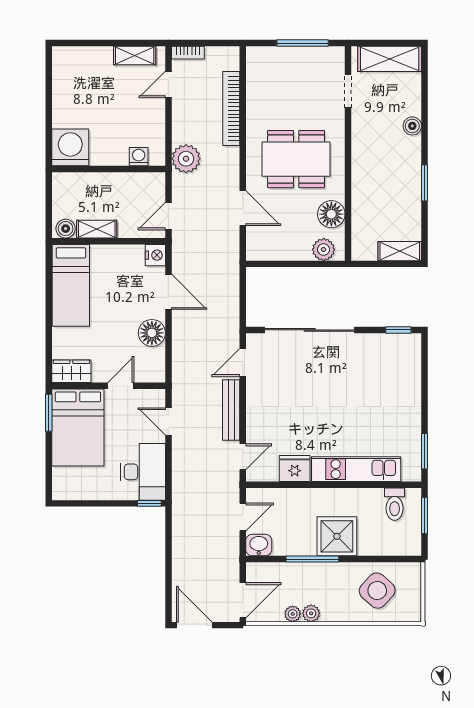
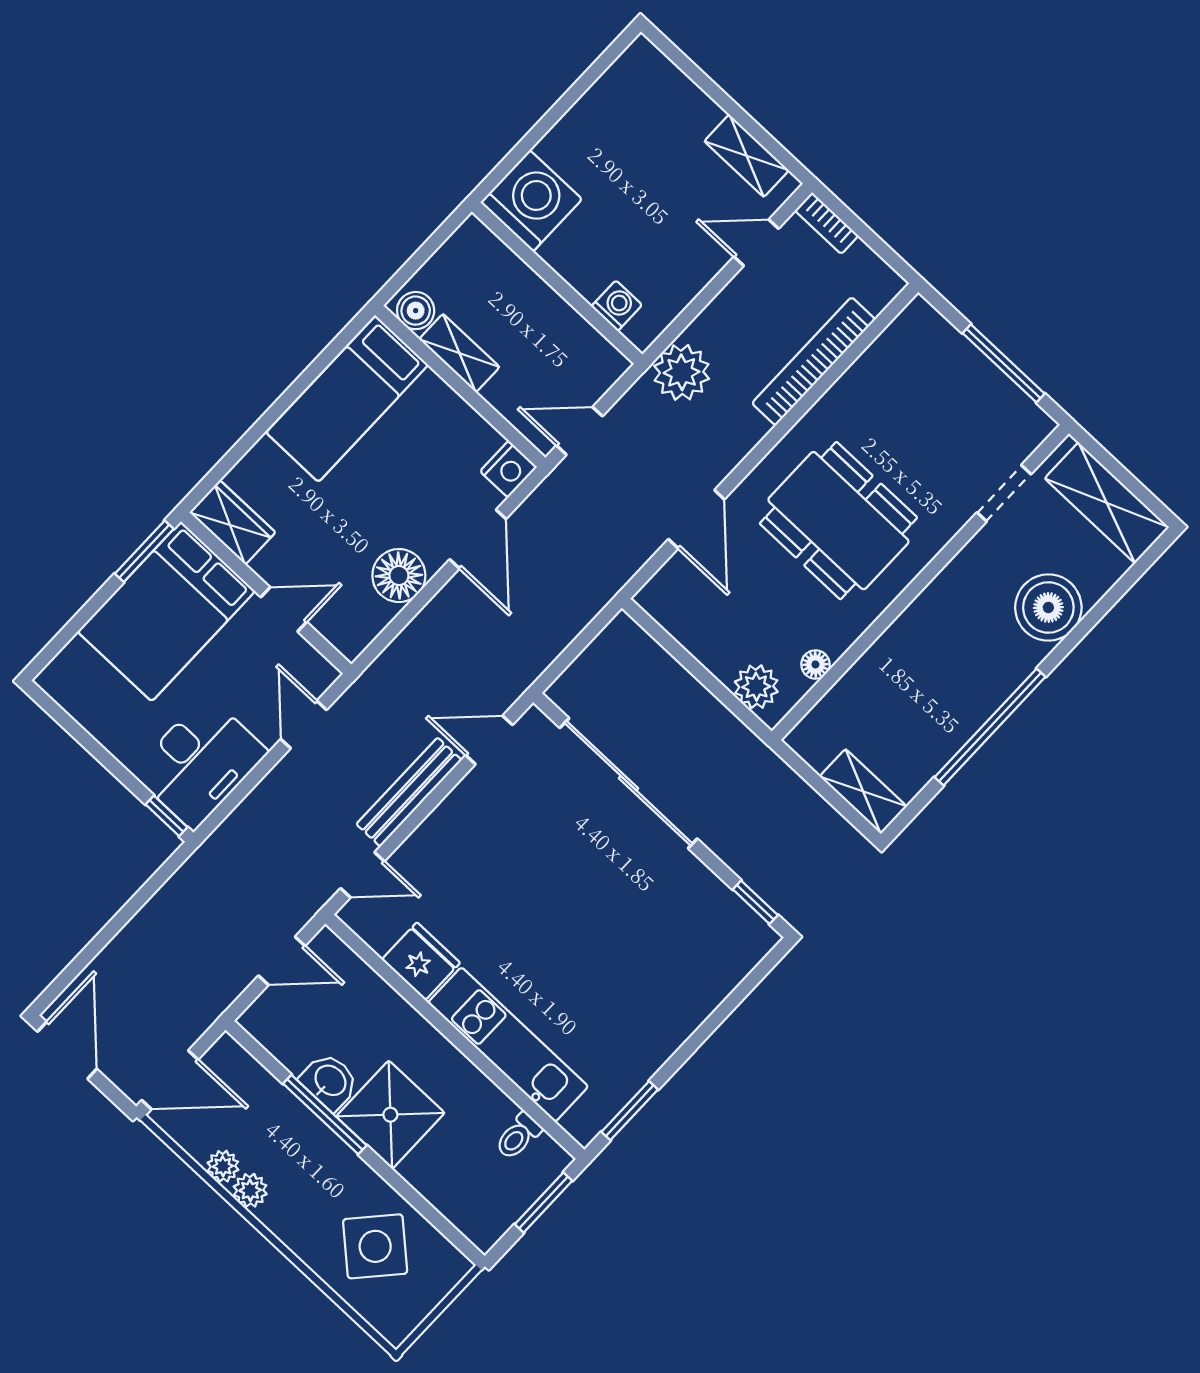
boiler: (412, 126) -> (1048, 608), width x1.86, depth x1.86
window: (424, 183) -> (990, 727), width x2.11
floor lamp: (331, 214) -> (815, 664), width x0.53, depth x0.53
toilet: (395, 504) -> (518, 1136), width x0.73, depth x0.72
washbasin: (259, 545) -> (330, 1081), moved

